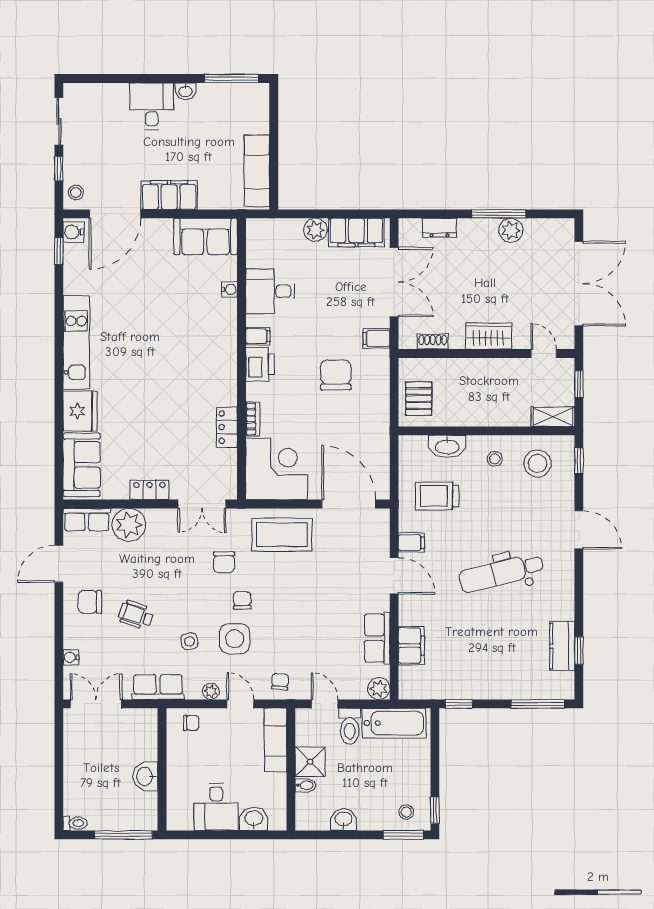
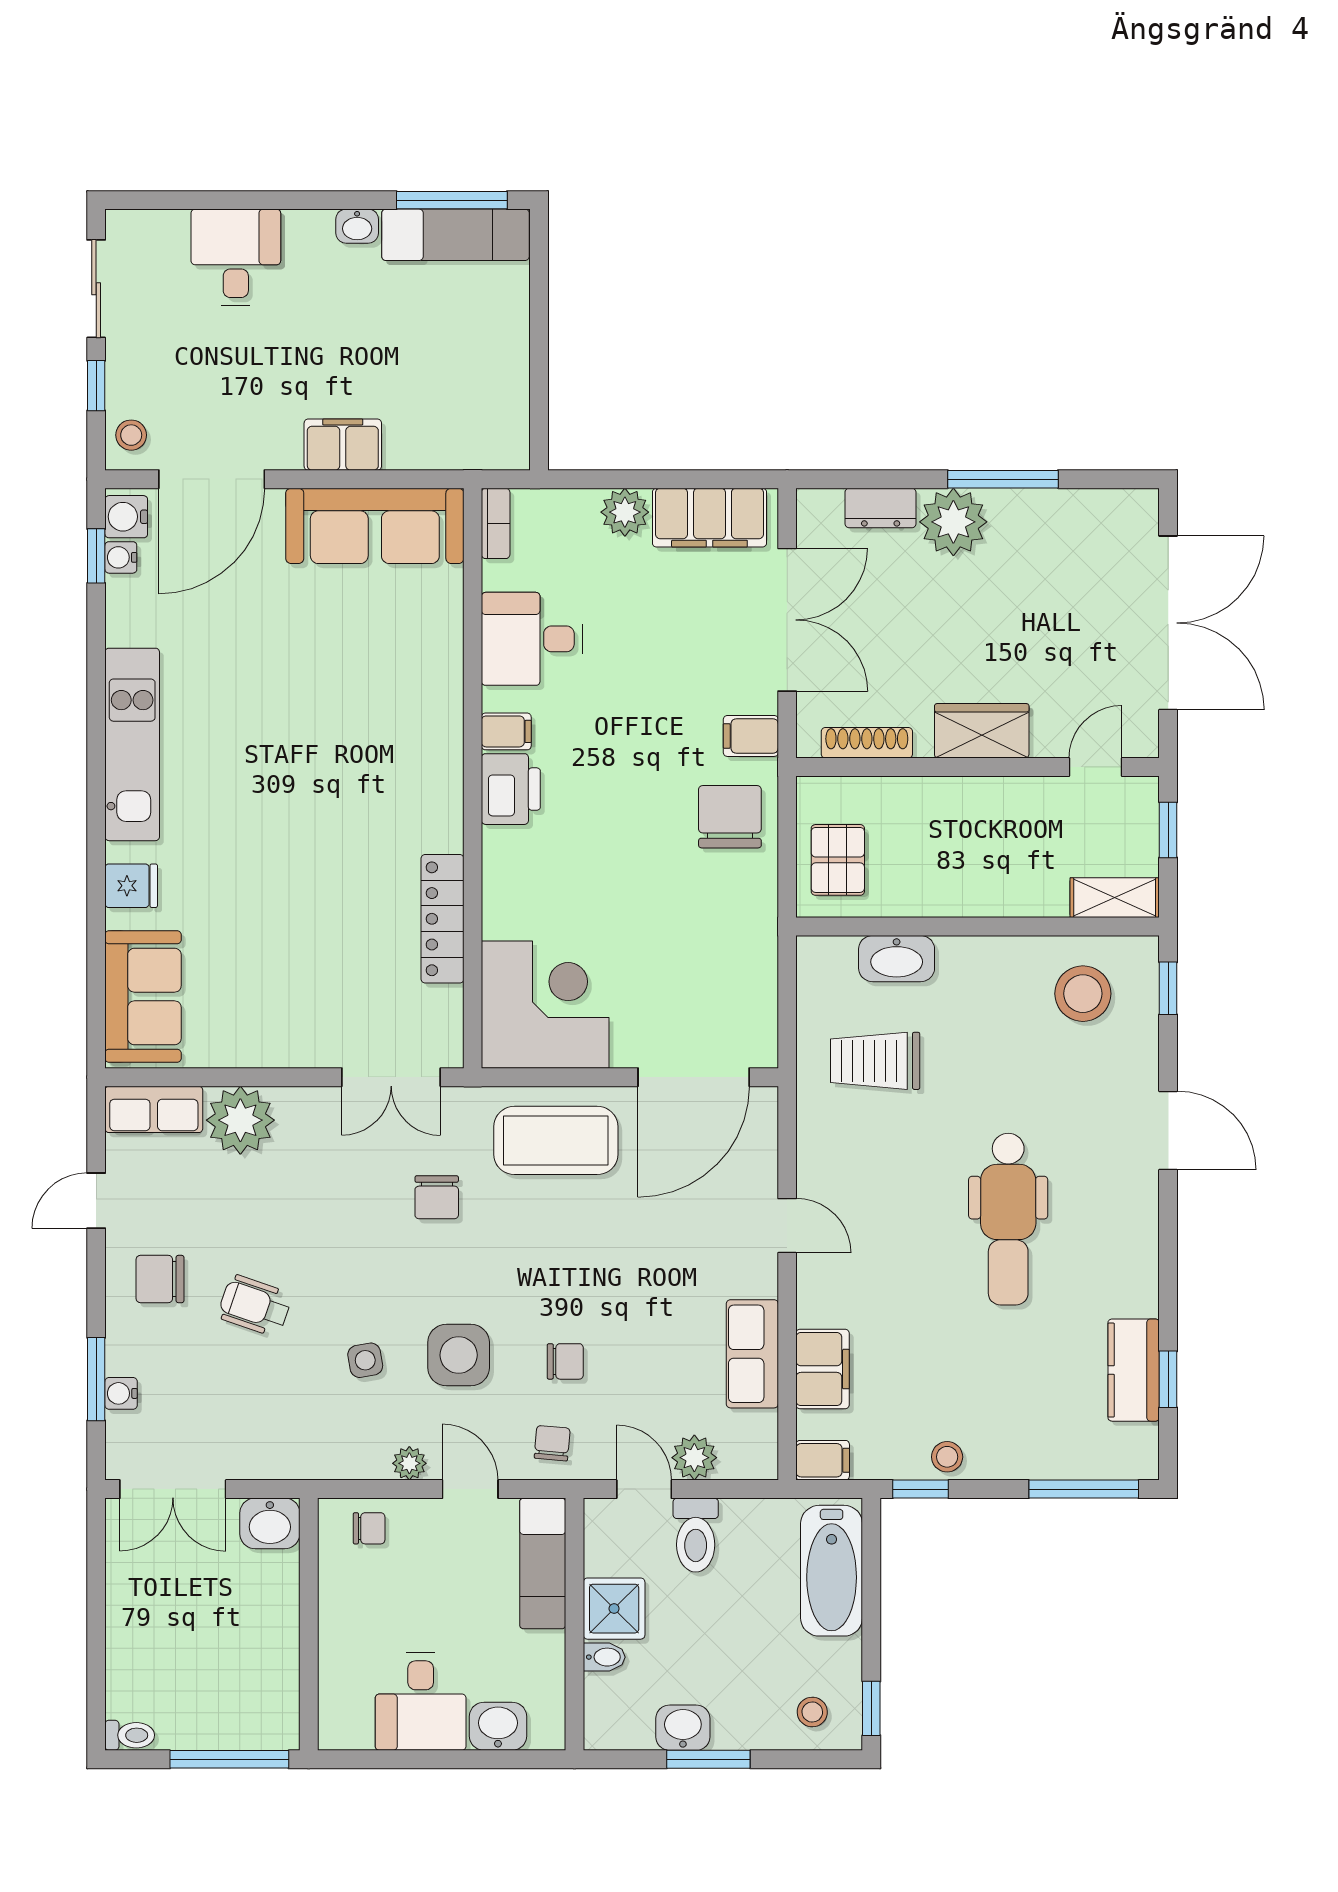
desk: (152, 106) -> (236, 257), moved
exam couch: (257, 171) -> (455, 235), moved, turned -90
filing cabinet: (169, 195) -> (343, 445), width x0.67, depth x0.86
plant: (511, 230) -> (953, 522), moved, width x1.36, depth x1.36
sofa: (205, 236) -> (375, 526), width x1.36
water cooler: (229, 289) -> (121, 557), moved, turned 180
shoe rack: (433, 342) -> (867, 743), width x1.43
door: (544, 354) -> (1096, 767), hinge flipped
chair: (336, 375) -> (730, 817), moved
fridge: (80, 411) -> (131, 886), width x0.53, depth x0.75
bookcase: (253, 419) -> (496, 523), moved
locker: (227, 427) -> (442, 919), width x1.53
stool: (495, 459) -> (947, 1457), moved
locker: (149, 490) -> (283, 1048), removed
door: (349, 504) -> (694, 1077), swing flipped
filing cabinet: (411, 543) -> (823, 1460), moved
door: (59, 564) -> (96, 1201), width x0.73
dental chair: (501, 573) -> (1008, 1219), turned -76
door: (394, 576) -> (787, 1226), width x0.73
chair: (242, 600) -> (565, 1361), moved, turned 90
window: (59, 650) -> (96, 1379), added
row of seats: (158, 687) -> (301, 1454), removed
plant: (379, 689) -> (694, 1458), moved
double door: (96, 704) -> (173, 1489), swing flipped
bathtub: (394, 723) -> (832, 1571), moved, turned 90
washbasin: (145, 776) -> (270, 1523), moved, turned -90
window: (403, 835) -> (708, 1759), moved

